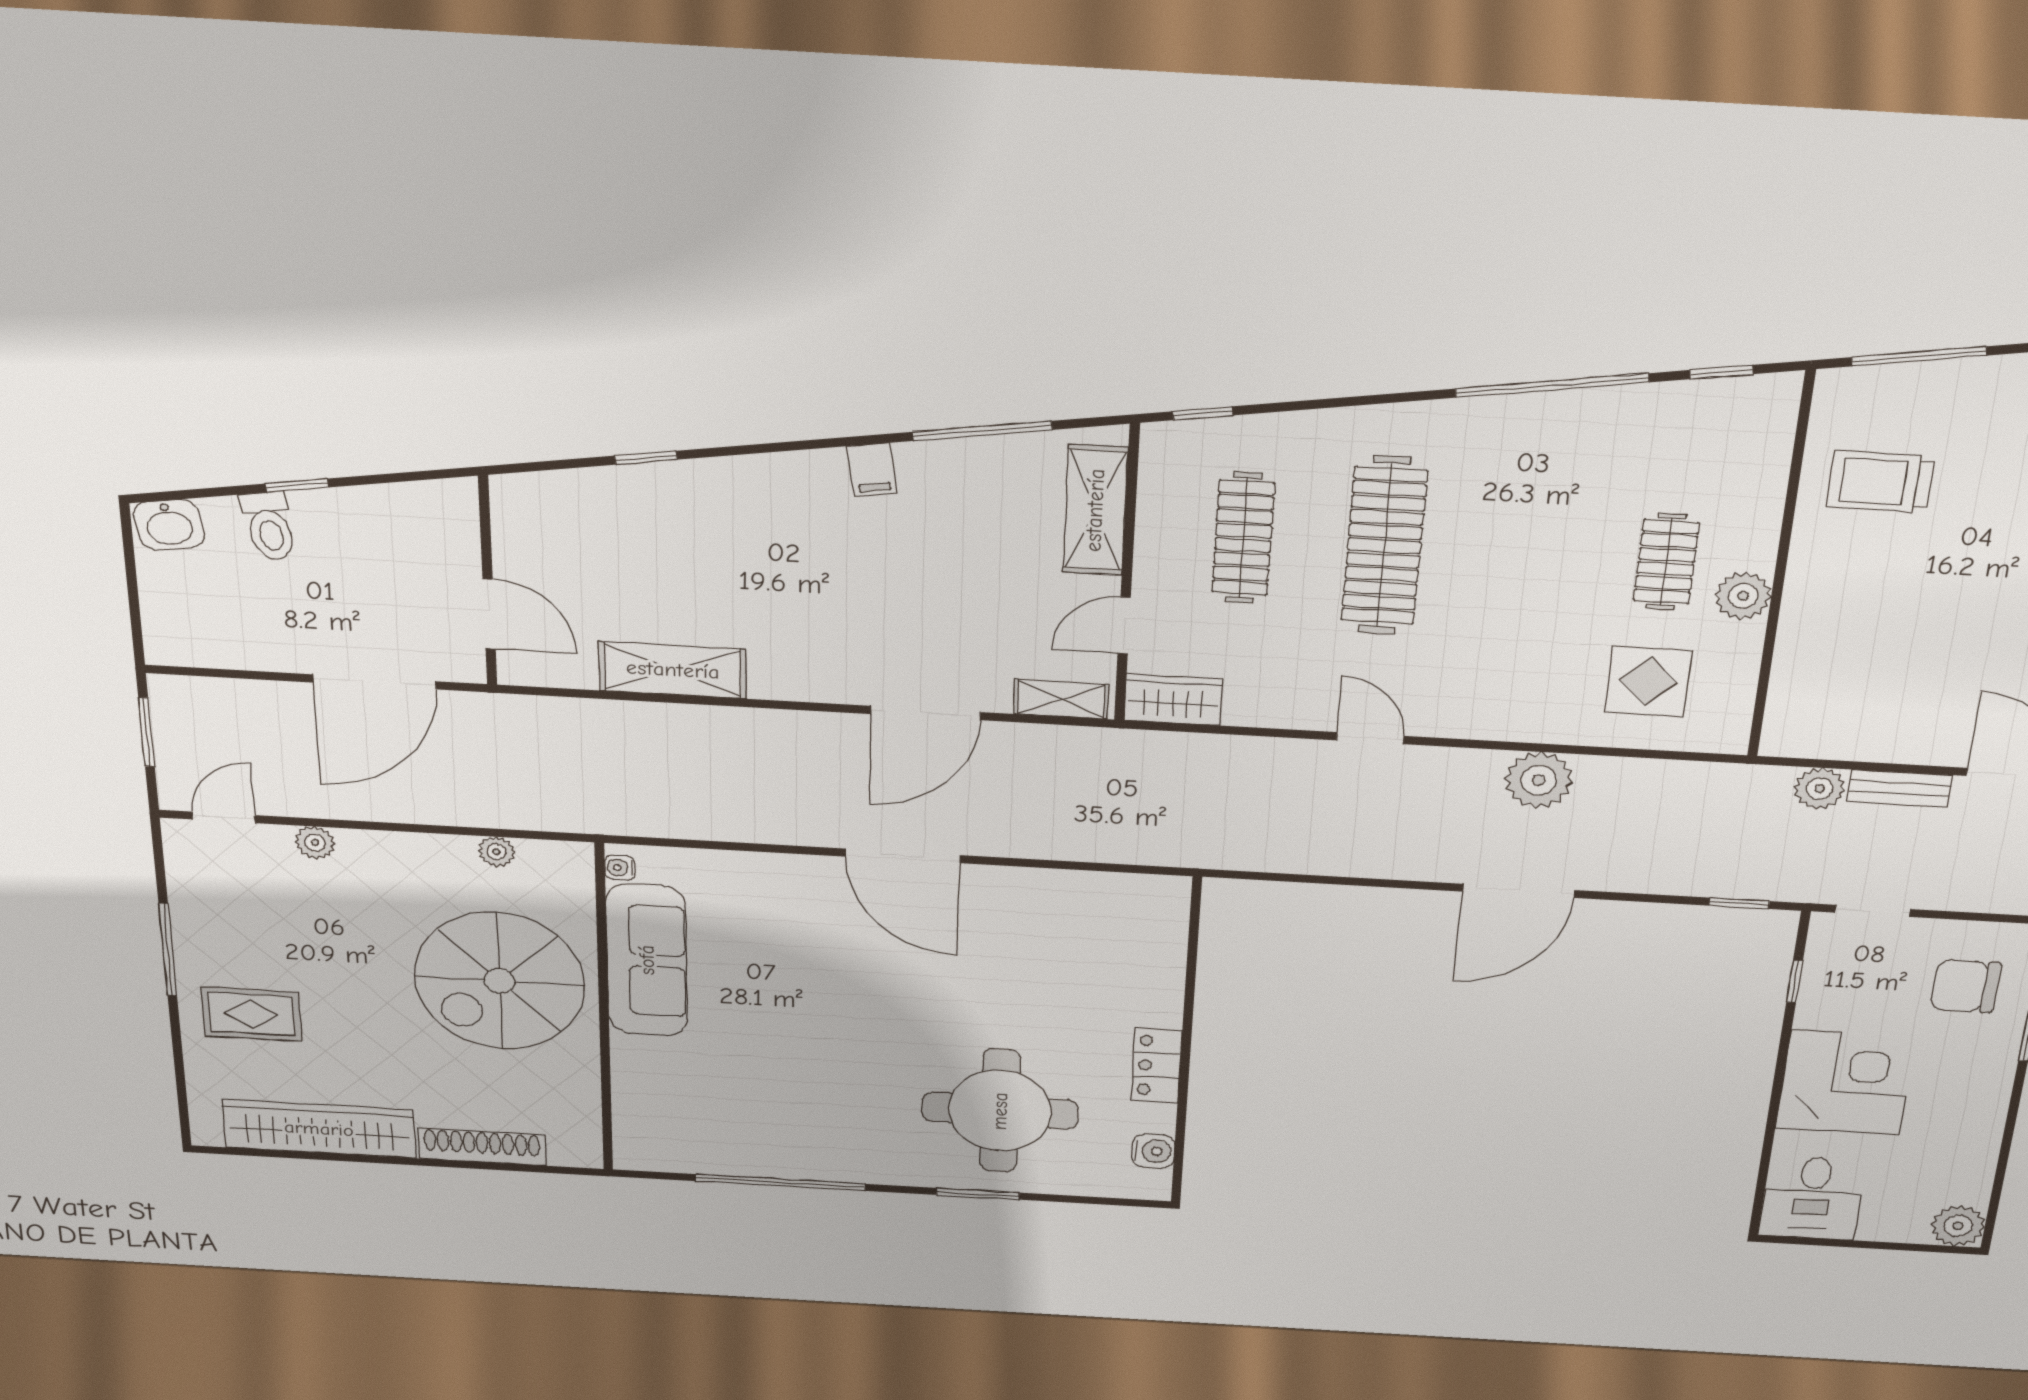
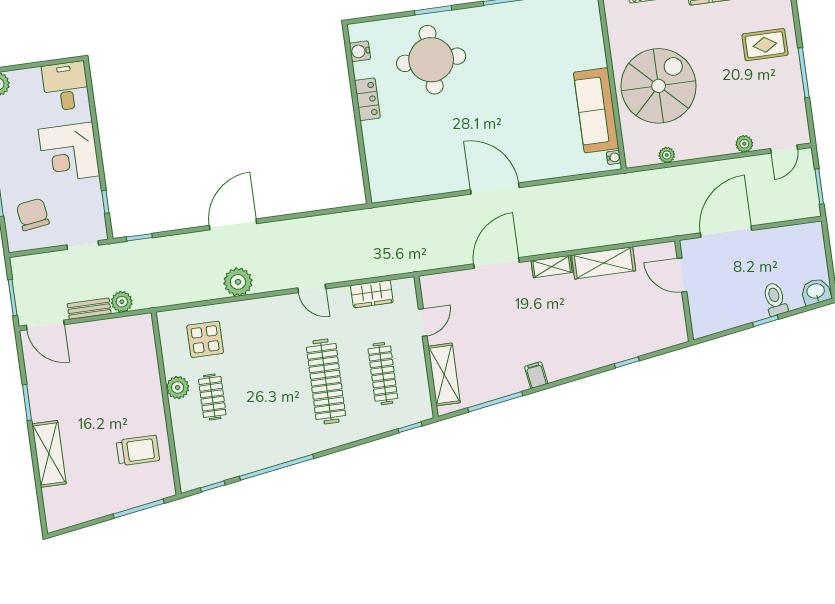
shelving: (1061, 699) -> (552, 266), moved
wardrobe: (1173, 700) -> (372, 294), moved
chair: (1965, 986) -> (33, 214), turned -98

